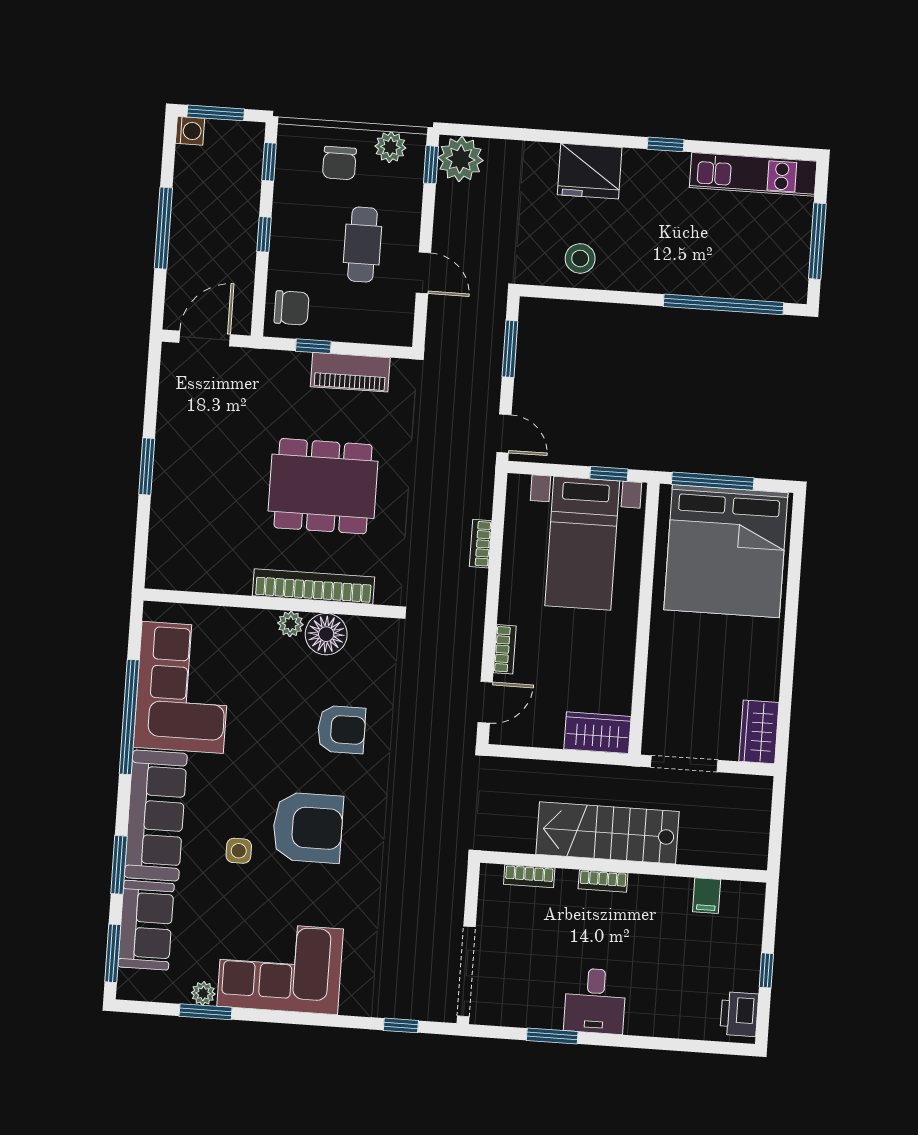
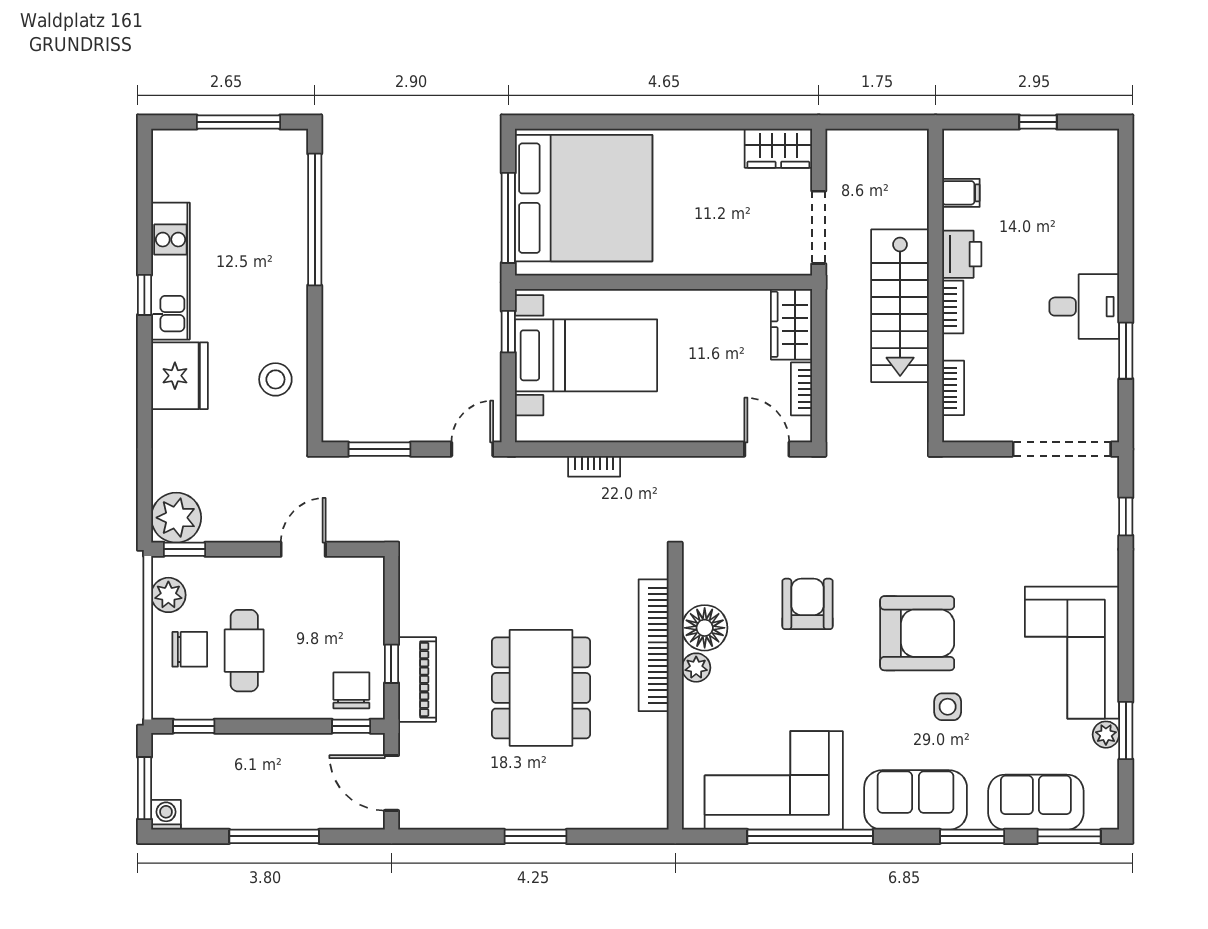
kitchen unit: (753, 174) -> (170, 271), moved
window: (264, 234) -> (351, 726), moved
cafe table: (362, 245) -> (244, 651), moved, turned 90
piano: (350, 372) -> (417, 679), moved
dining table: (323, 486) -> (541, 688), moved
bookcase: (505, 649) -> (801, 389), moved, turned -90
sofa: (156, 816) -> (916, 800), width x0.73
armchair: (308, 828) -> (917, 633), turned 90
printer: (739, 1014) -> (962, 254), moved, turned -90

